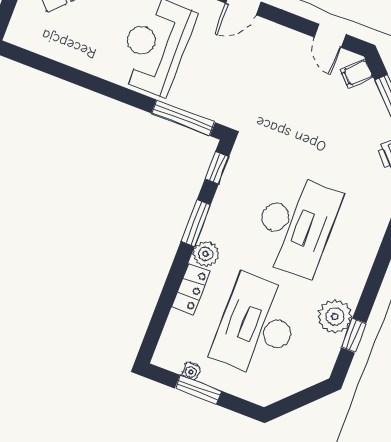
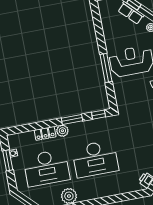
window: (183, 118) -> (106, 68), moved
desk: (257, 326) -> (46, 168), turned 180

